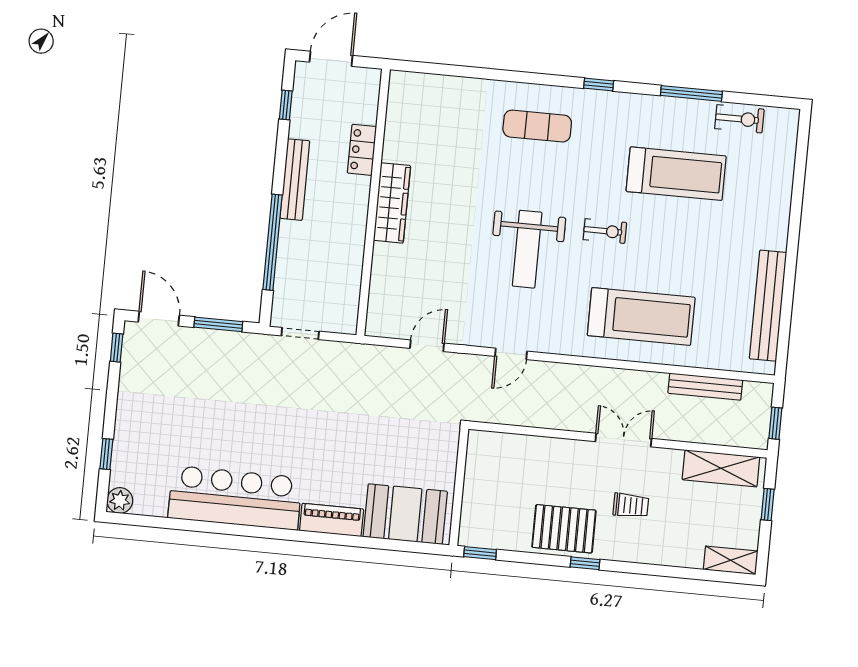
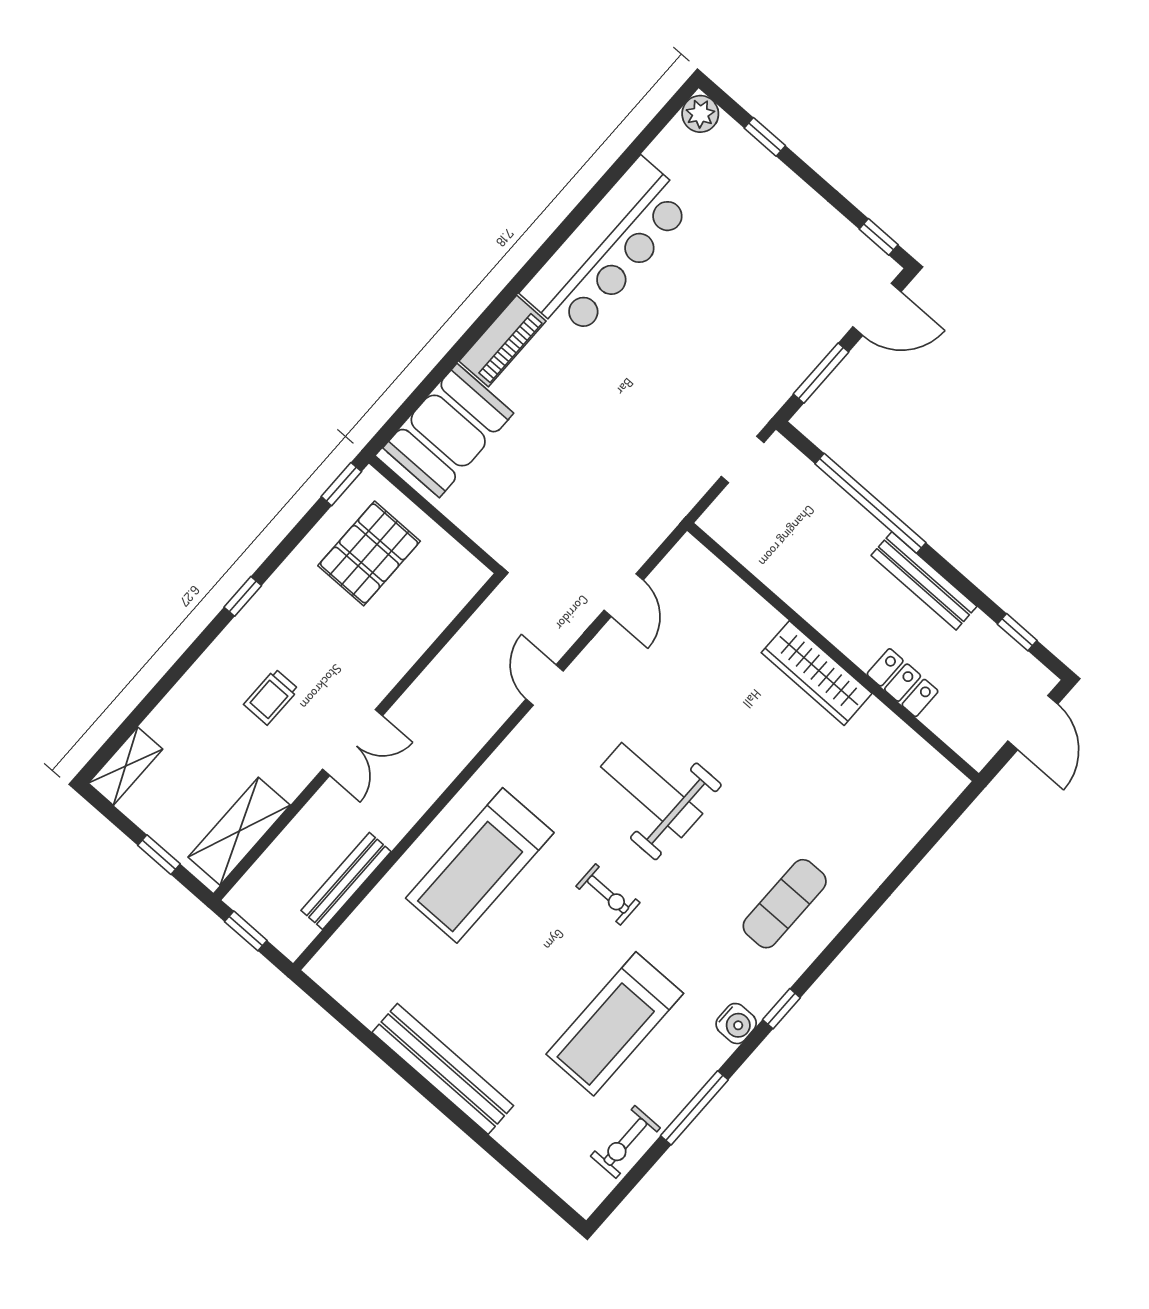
water cooler: (626, 104) -> (736, 1024), added
exercise bike: (605, 231) -> (608, 894), turned -90
bench: (768, 306) -> (443, 1069), moved
pallet: (564, 529) -> (369, 553), moved

